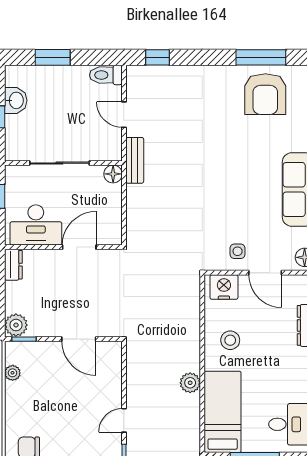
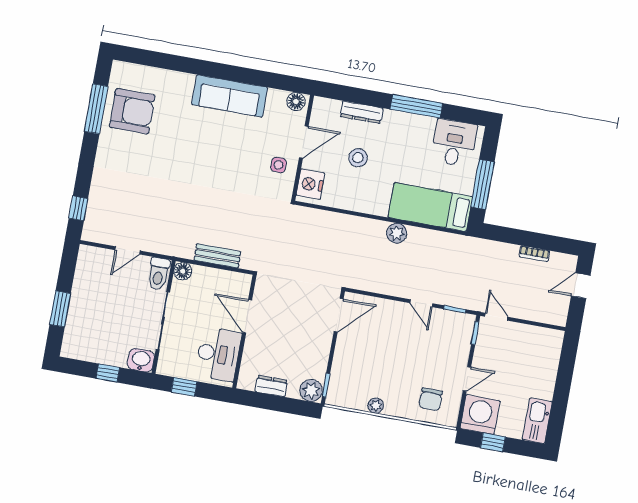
toilet: (106, 75) -> (158, 274), moved
washbasin: (16, 100) -> (141, 360), moved
bench: (135, 160) -> (217, 256), moved
dresser: (13, 265) -> (271, 386), moved
door: (79, 339) -> (339, 315), moved
stool: (230, 340) -> (358, 158), moved
plant: (13, 373) -> (376, 406), moved

